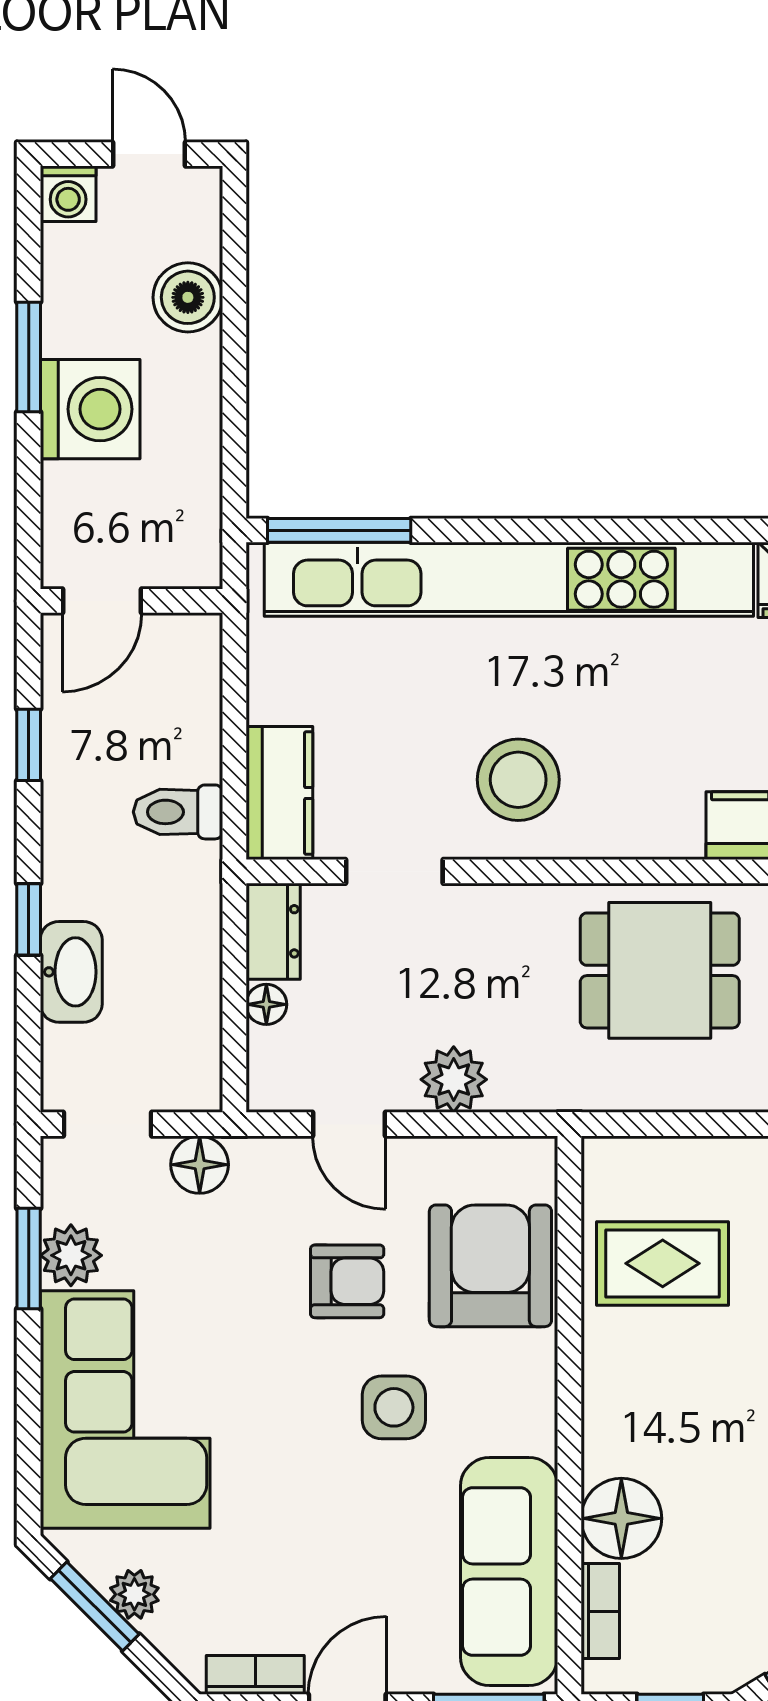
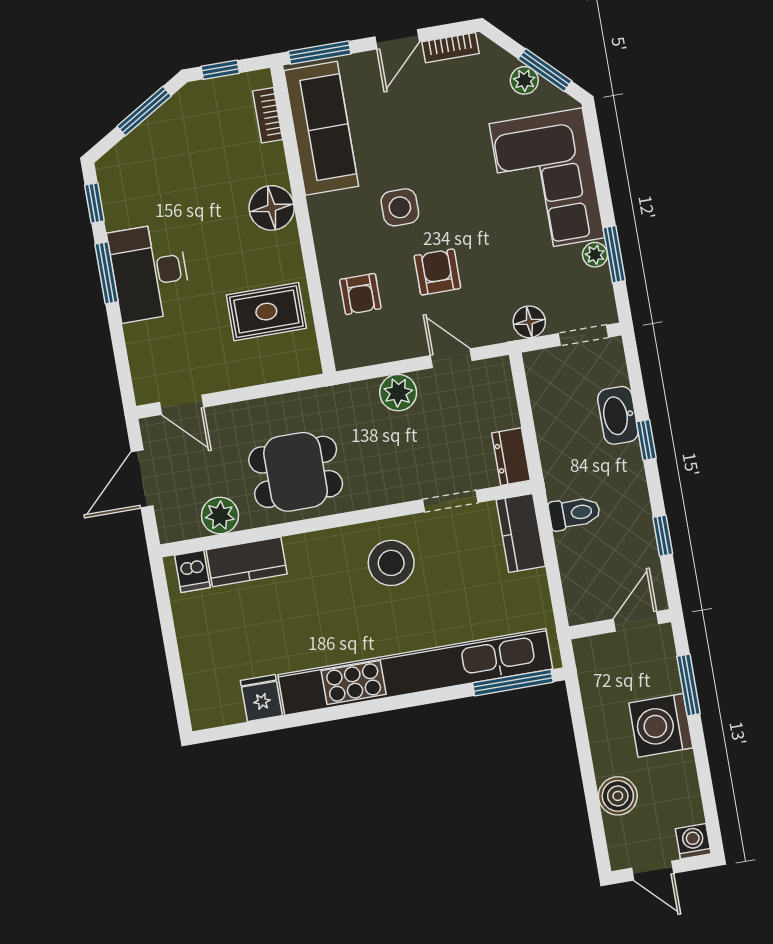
window: (29, 357) -> (689, 685), moved
floor lamp: (266, 1004) -> (508, 416), removed
plant: (71, 1255) -> (595, 255), width x0.73, depth x0.73
armchair: (490, 1266) -> (360, 294), width x0.53, depth x0.53
armchair: (347, 1281) -> (437, 272), turned 90
floor lamp: (621, 1518) -> (272, 208), moved

